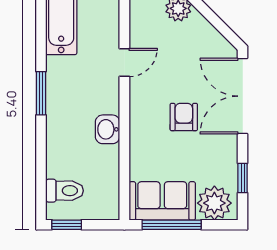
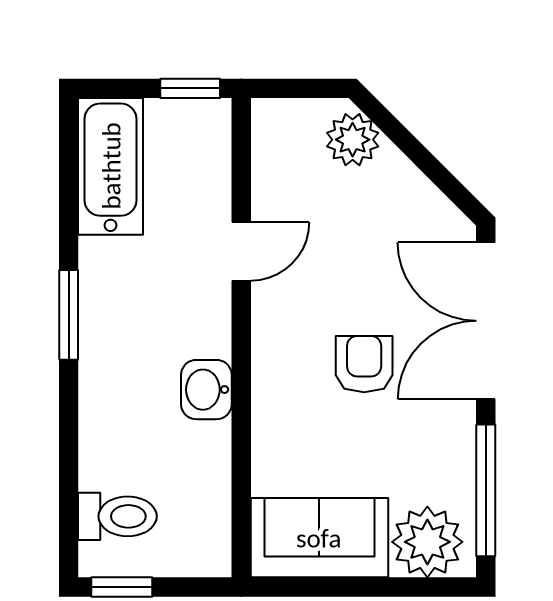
window: (243, 178) -> (486, 490), width x2.17
window: (172, 225) -> (339, 587), removed

